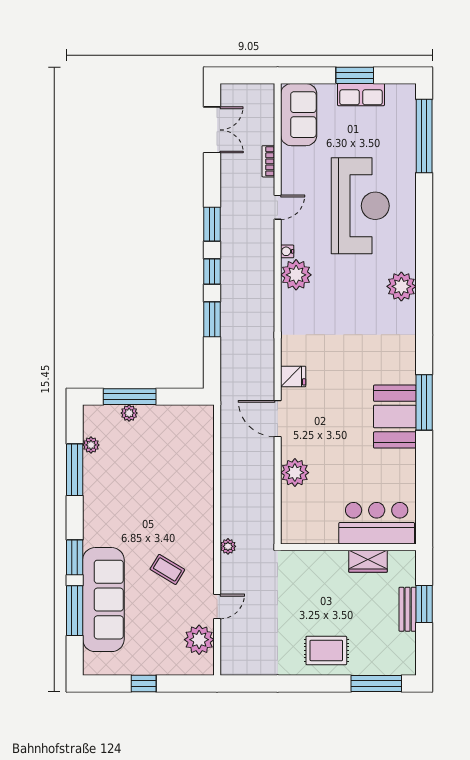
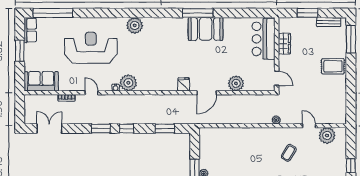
row of seats: (361, 95) -> (30, 30), moved
window: (212, 319) -> (165, 129), moved
door: (304, 547) -> (277, 78), added
bench: (408, 609) -> (329, 22), moved
rug: (326, 650) -> (333, 66), turned 90

